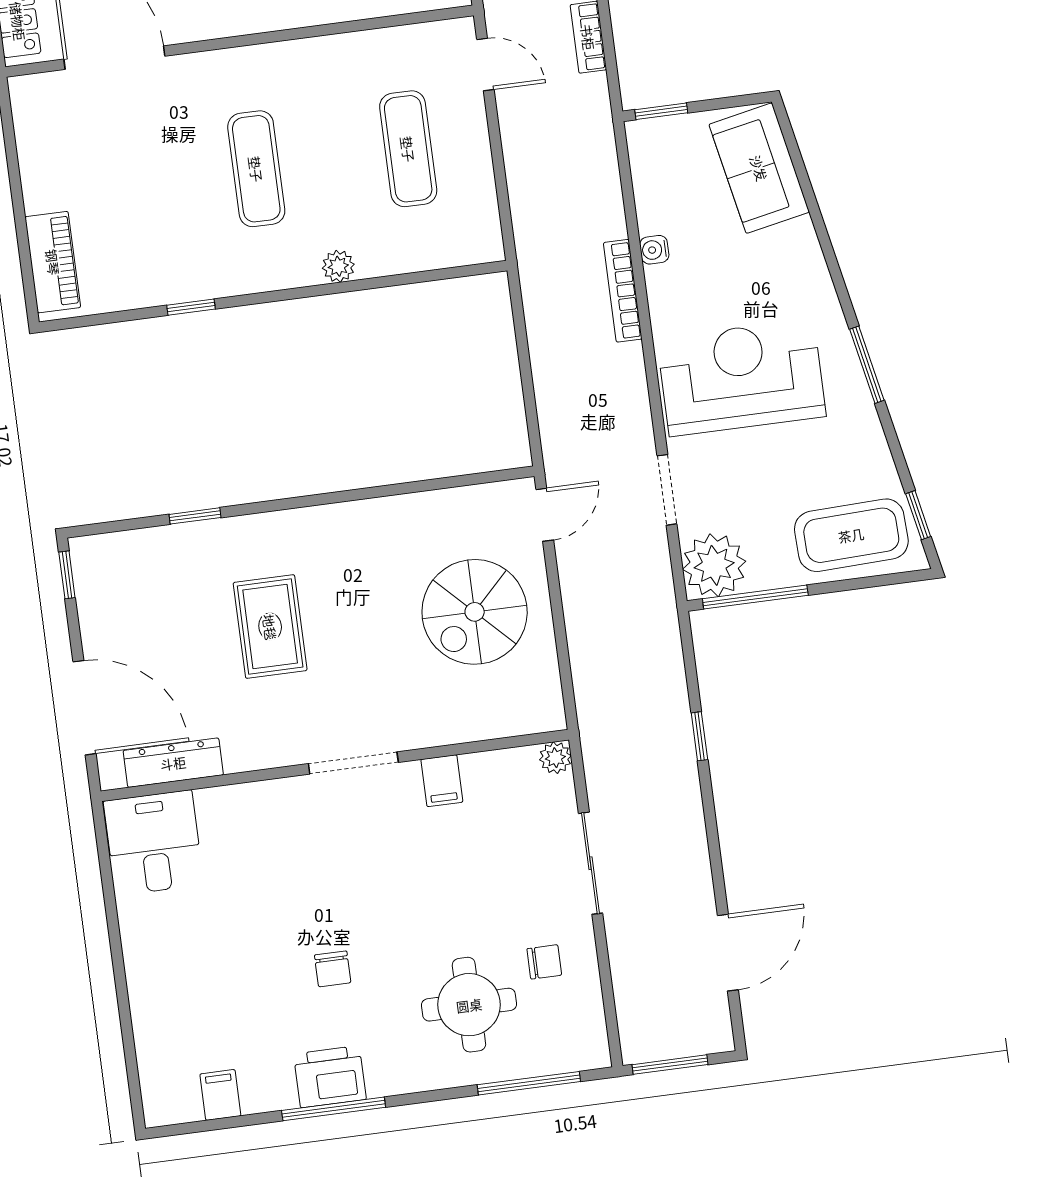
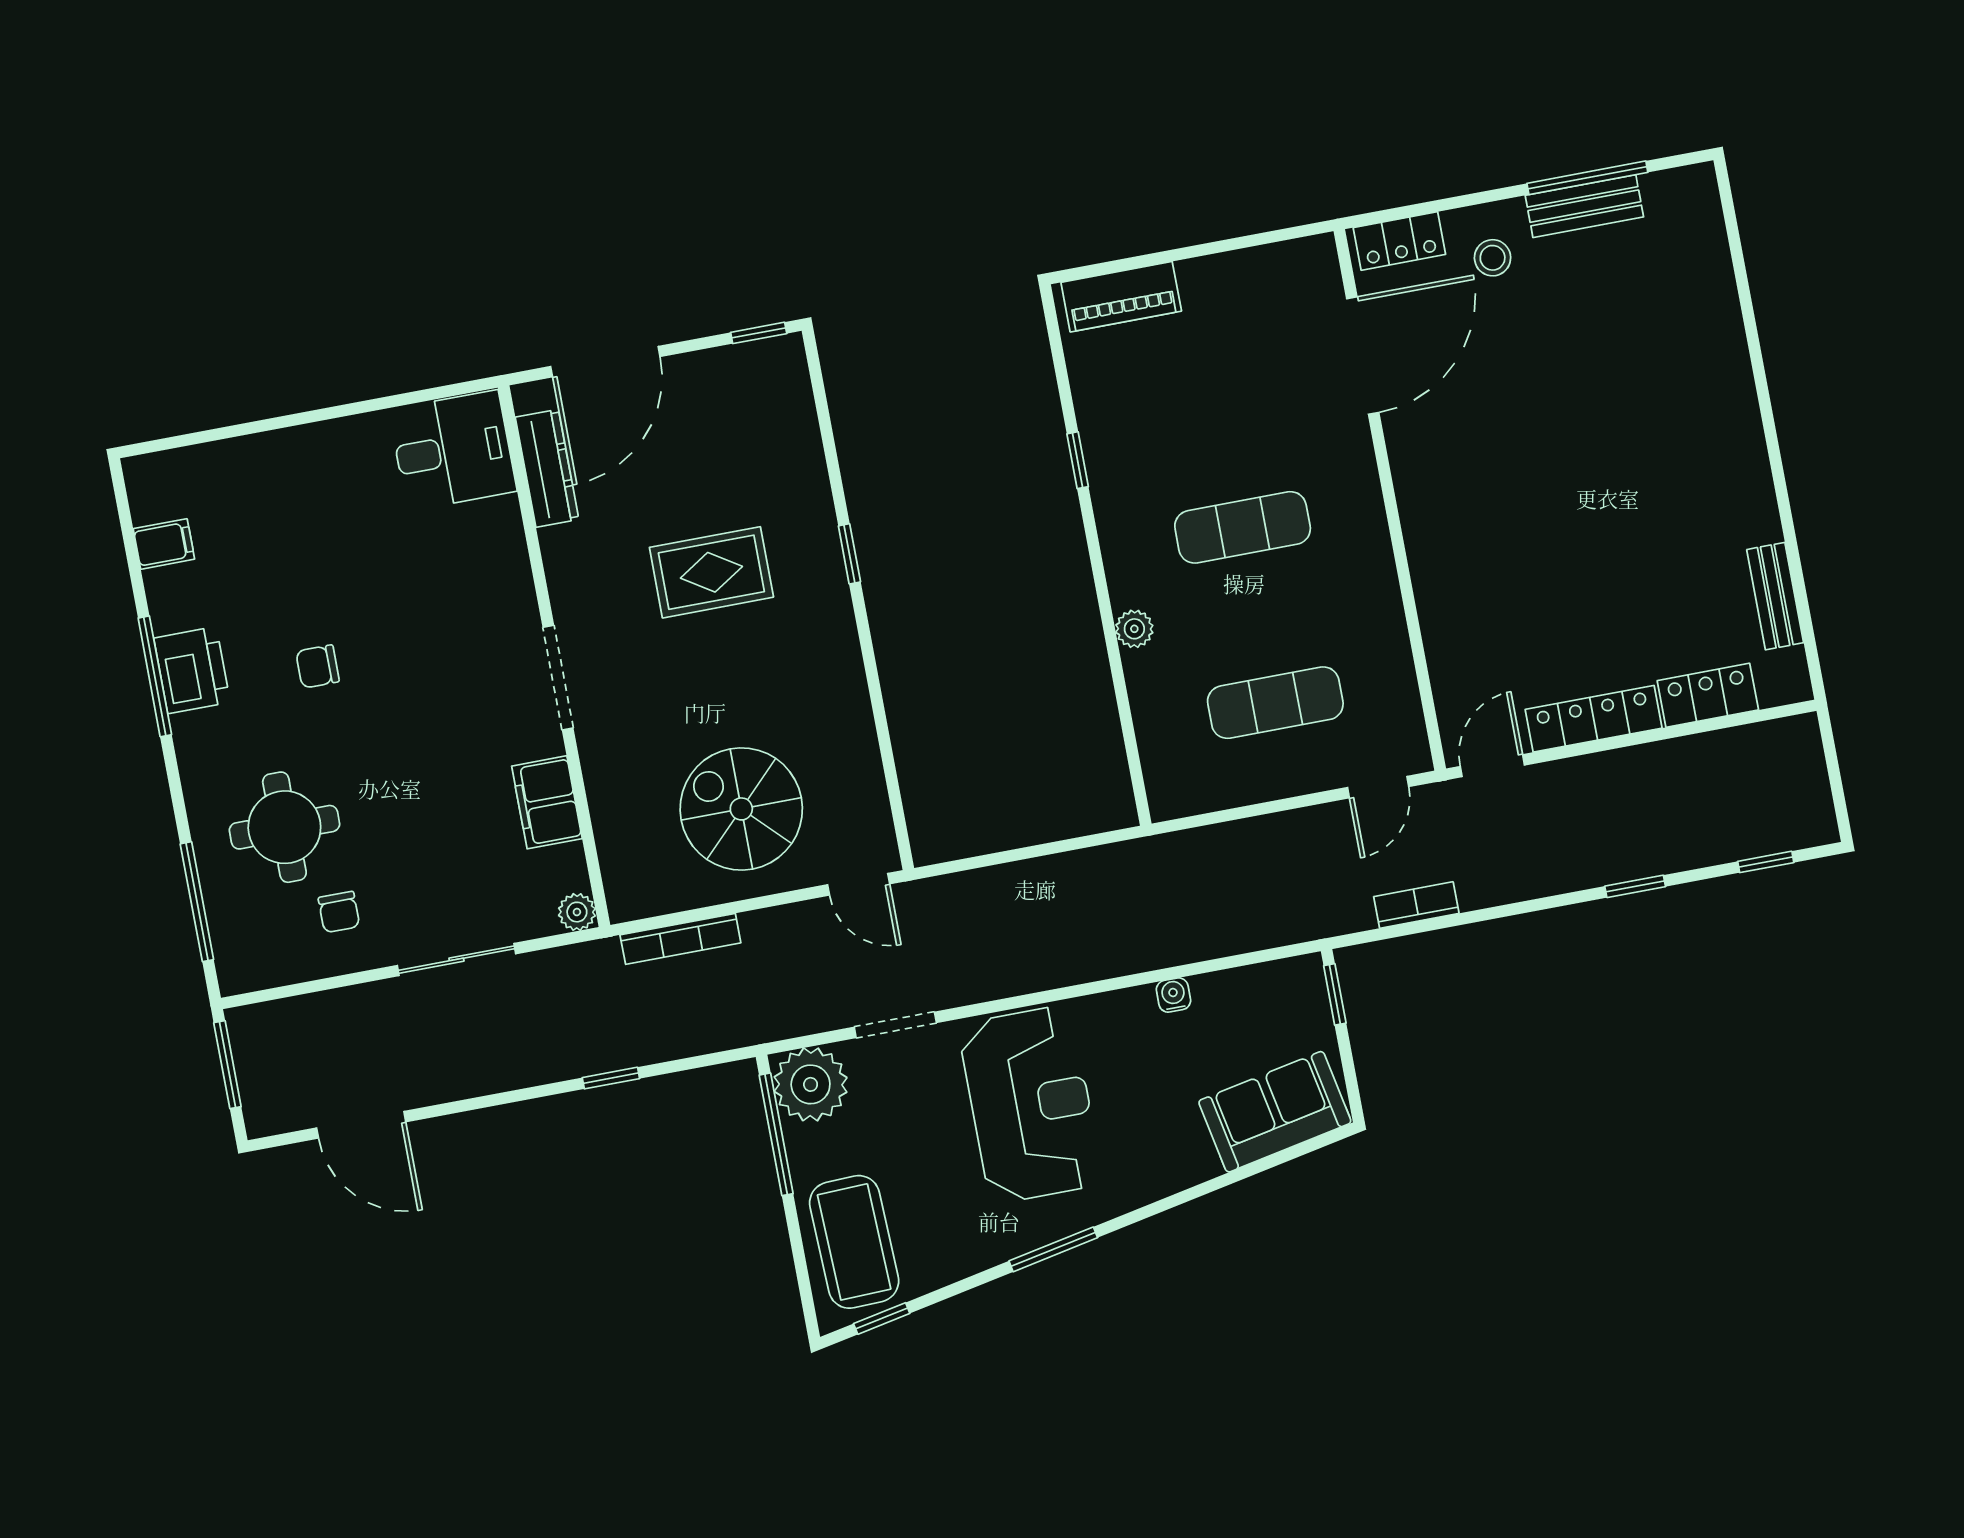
bookcase: (623, 291) -> (680, 939), moved, turned 180
window: (195, 516) -> (849, 554), moved
filing cabinet: (442, 781) -> (547, 802), width x2.00

